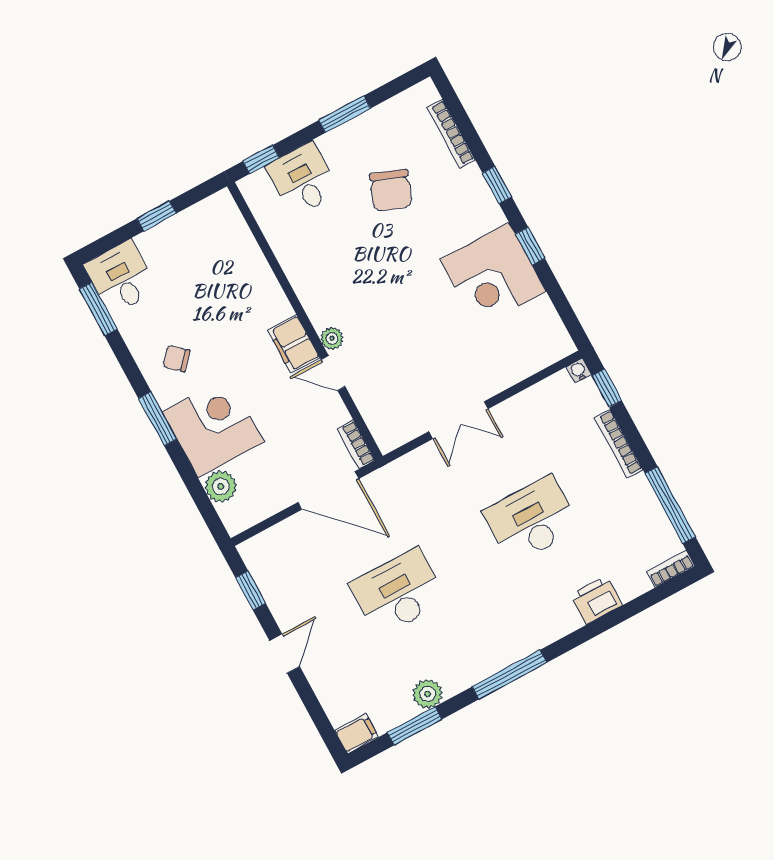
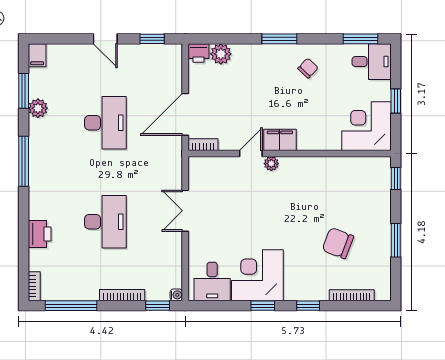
desk: (303, 179) -> (212, 281), moved, turned 90
corner desk: (213, 427) -> (367, 126), moved, turned 180
printer: (236, 517) -> (199, 53), added

